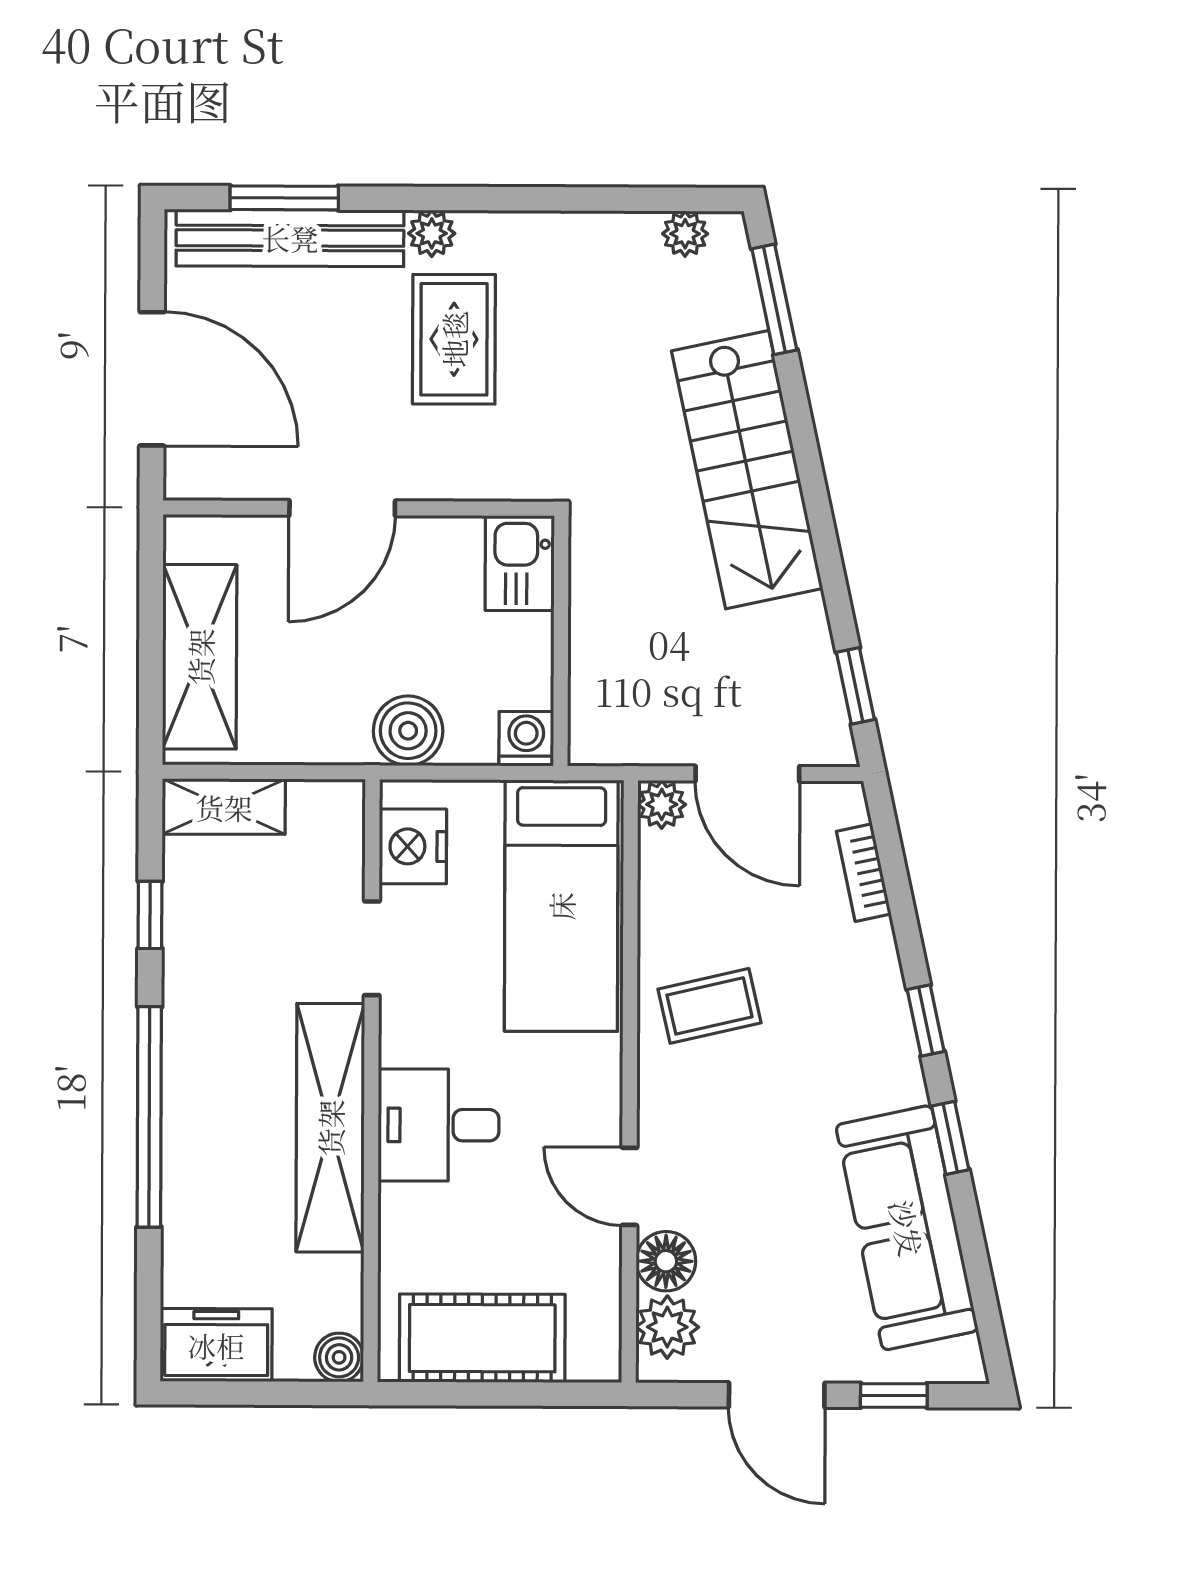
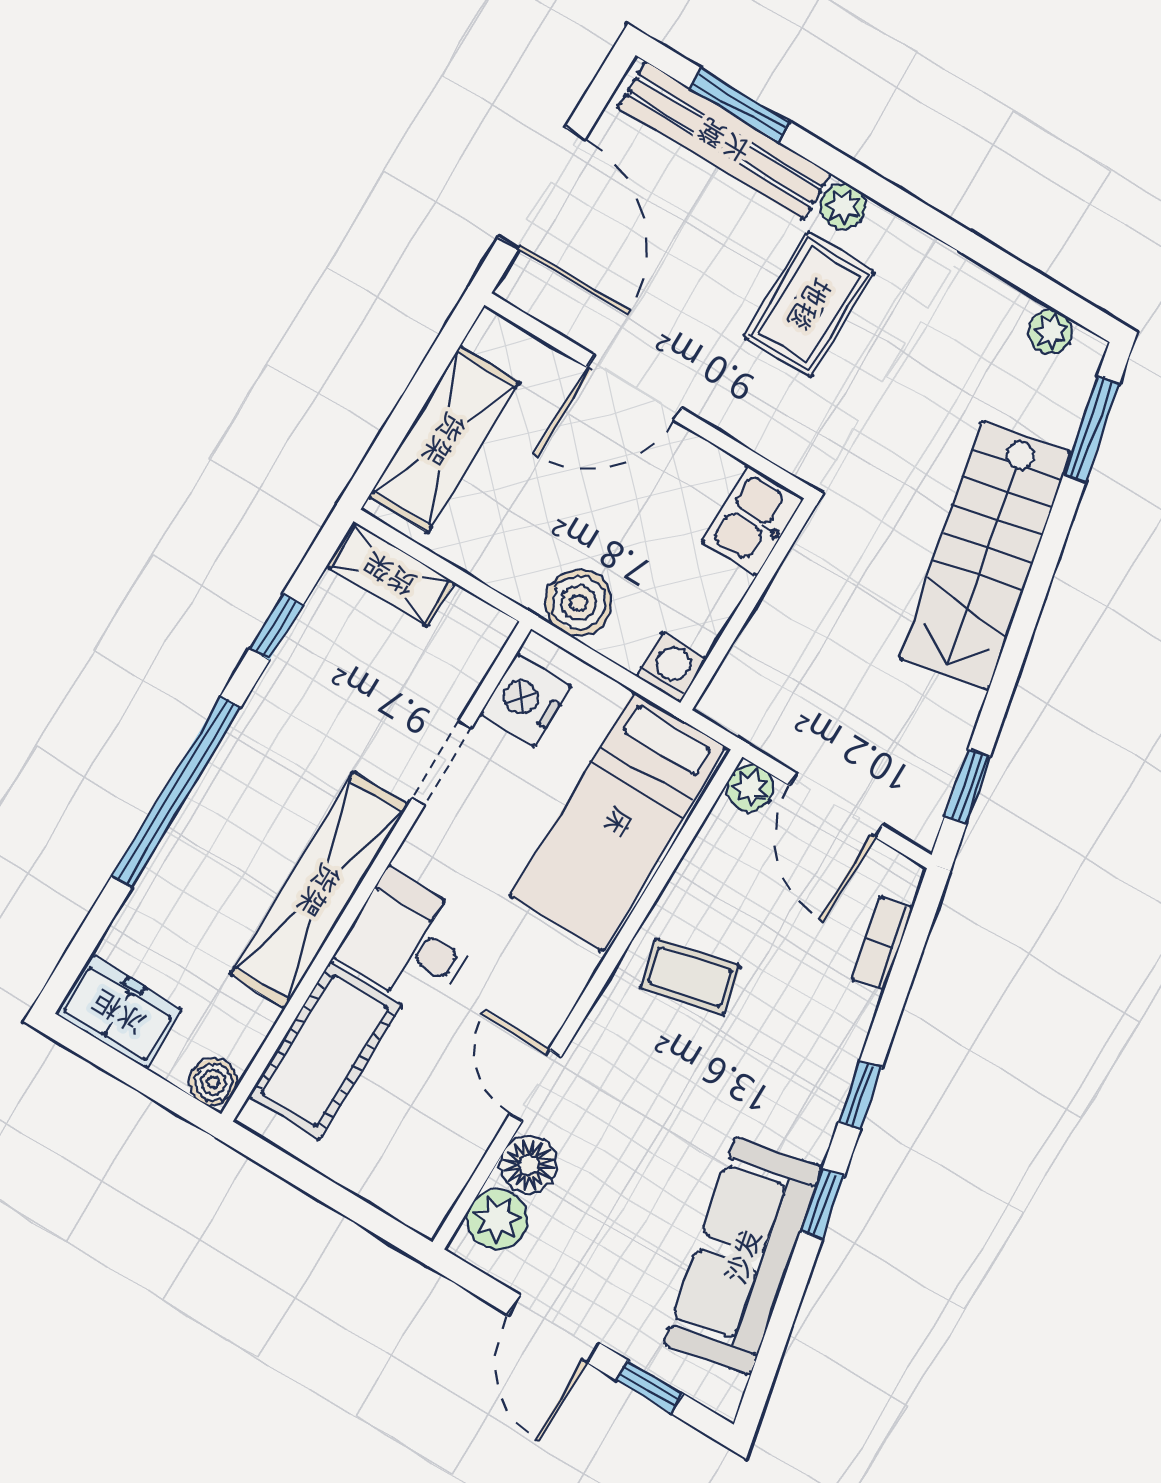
cot: (482, 1338) -> (325, 1050), moved, turned 90

